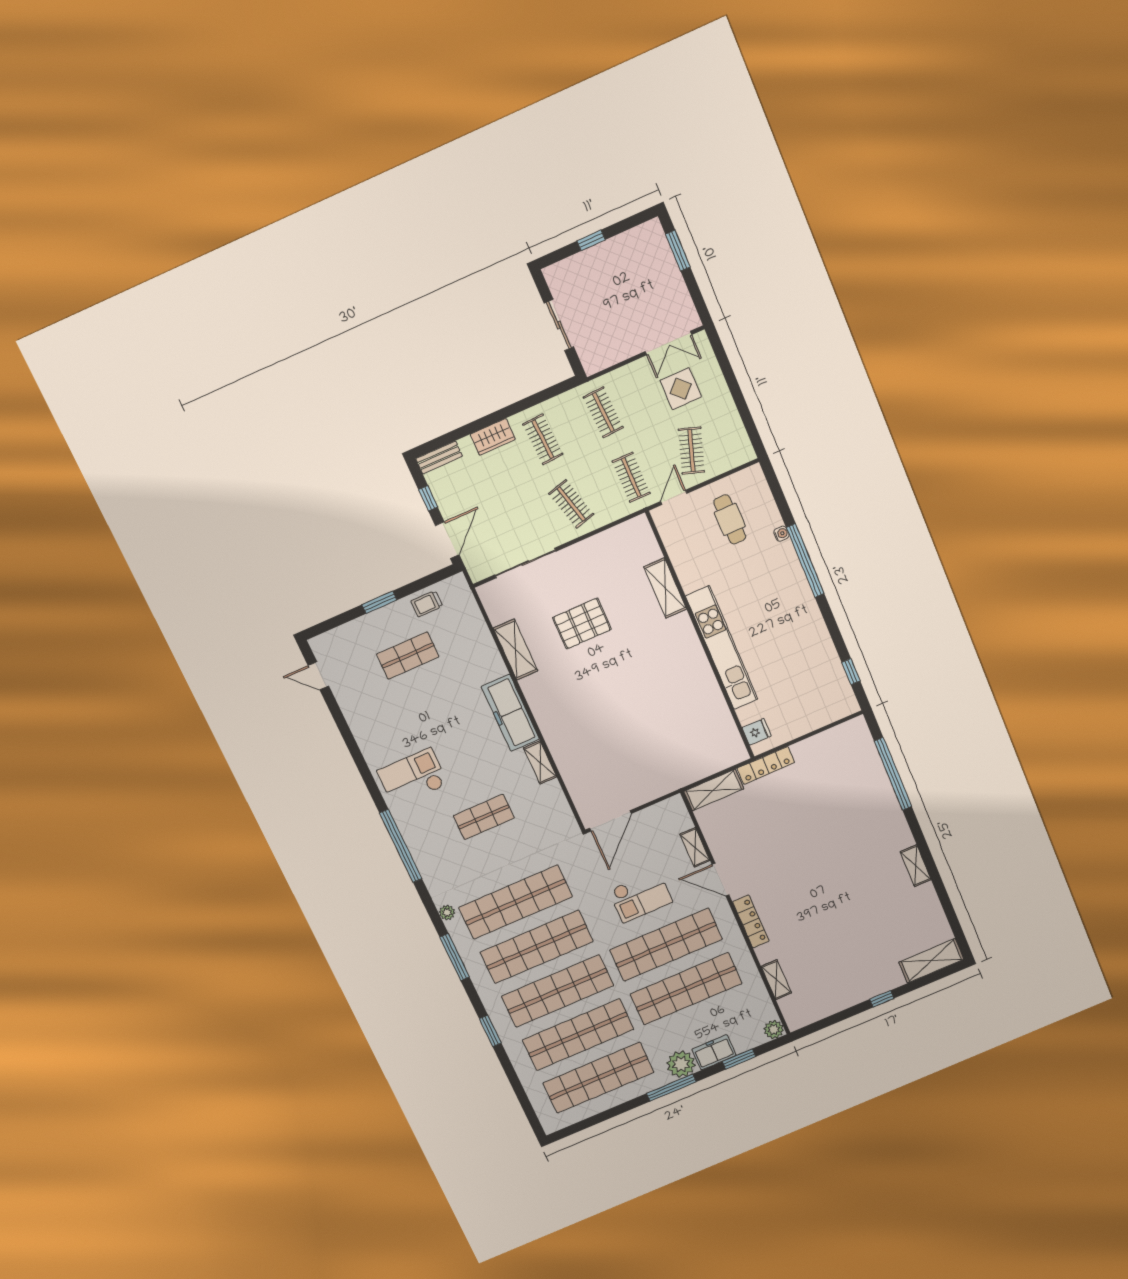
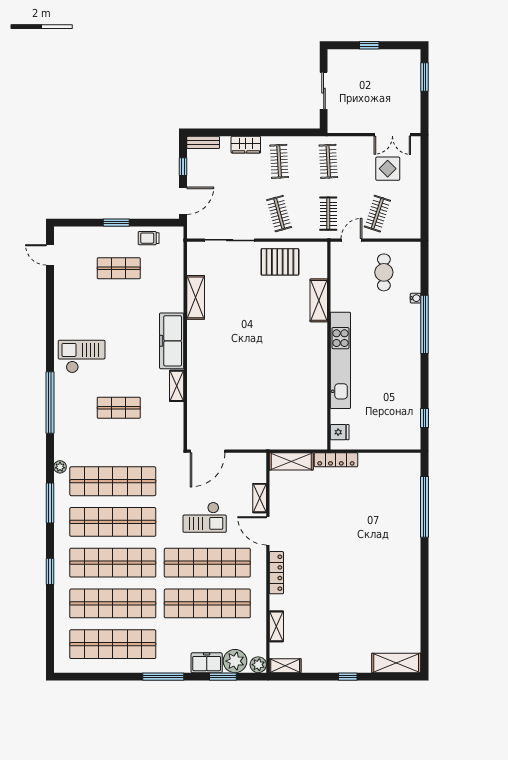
pallet: (582, 623) -> (280, 262), moved
shelving: (916, 866) -> (285, 666), moved, turned 90
plant: (681, 1064) -> (235, 661), moved

